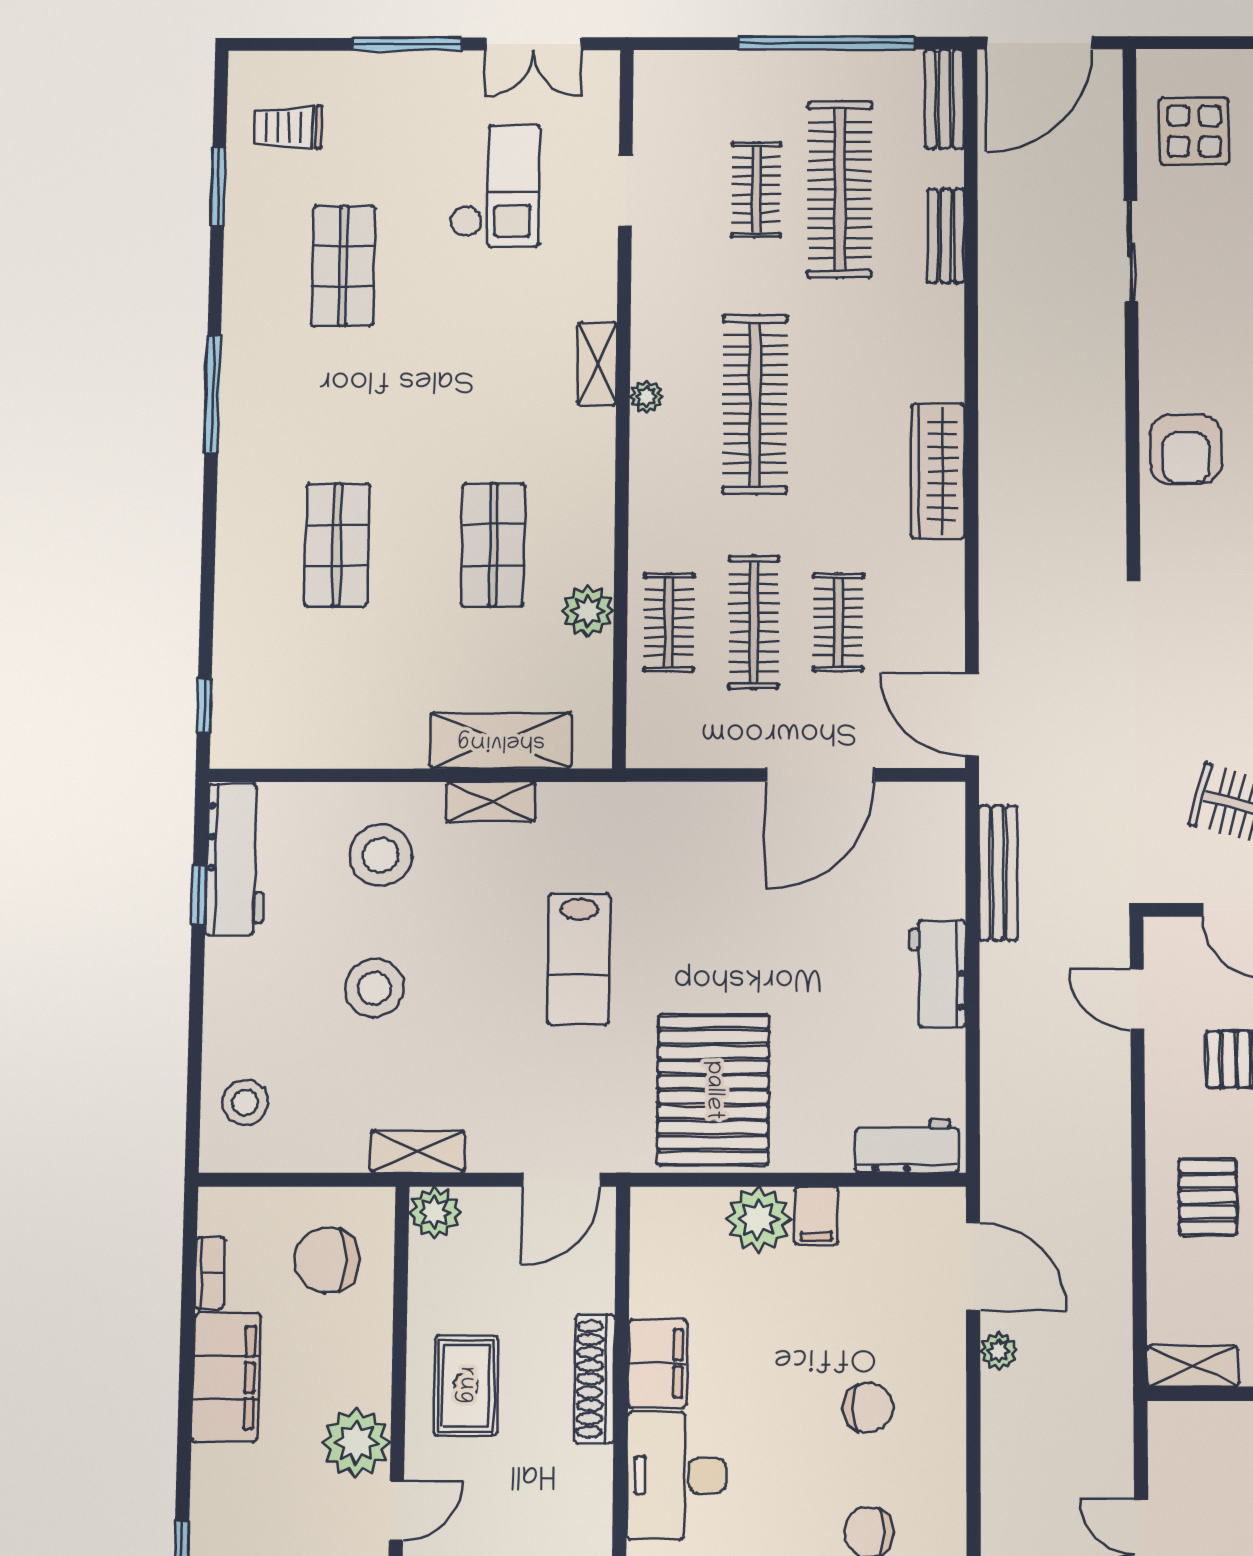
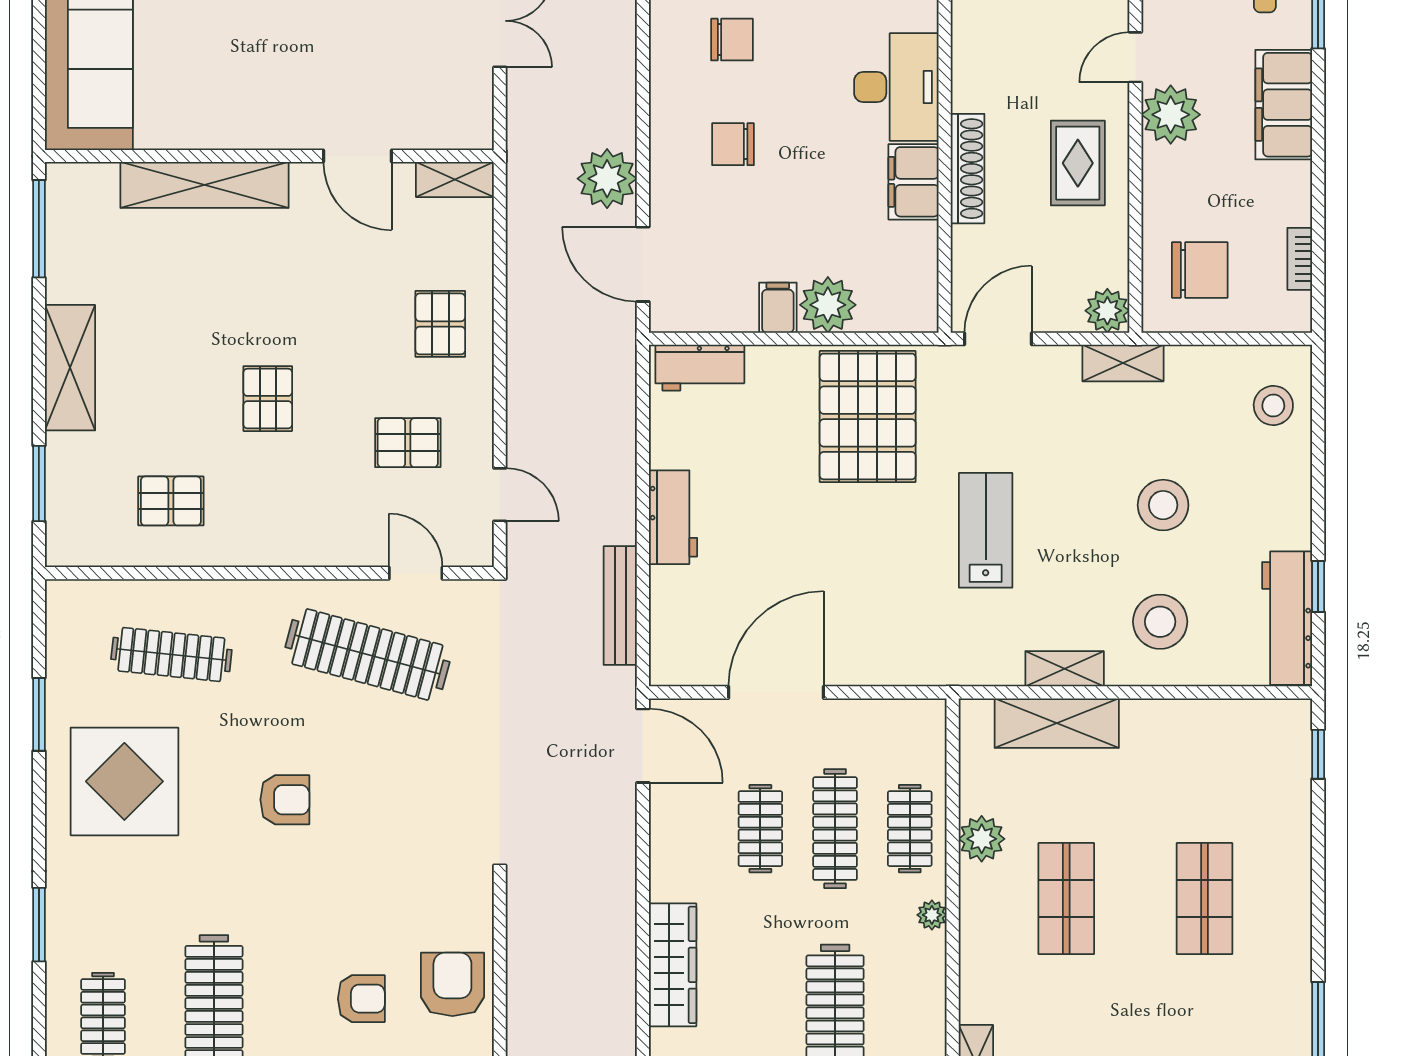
plant: (646, 397) -> (932, 915), moved
plant: (999, 1351) -> (607, 179), width x1.87, depth x1.87
filing cabinet: (226, 1377) -> (1284, 105), moved

